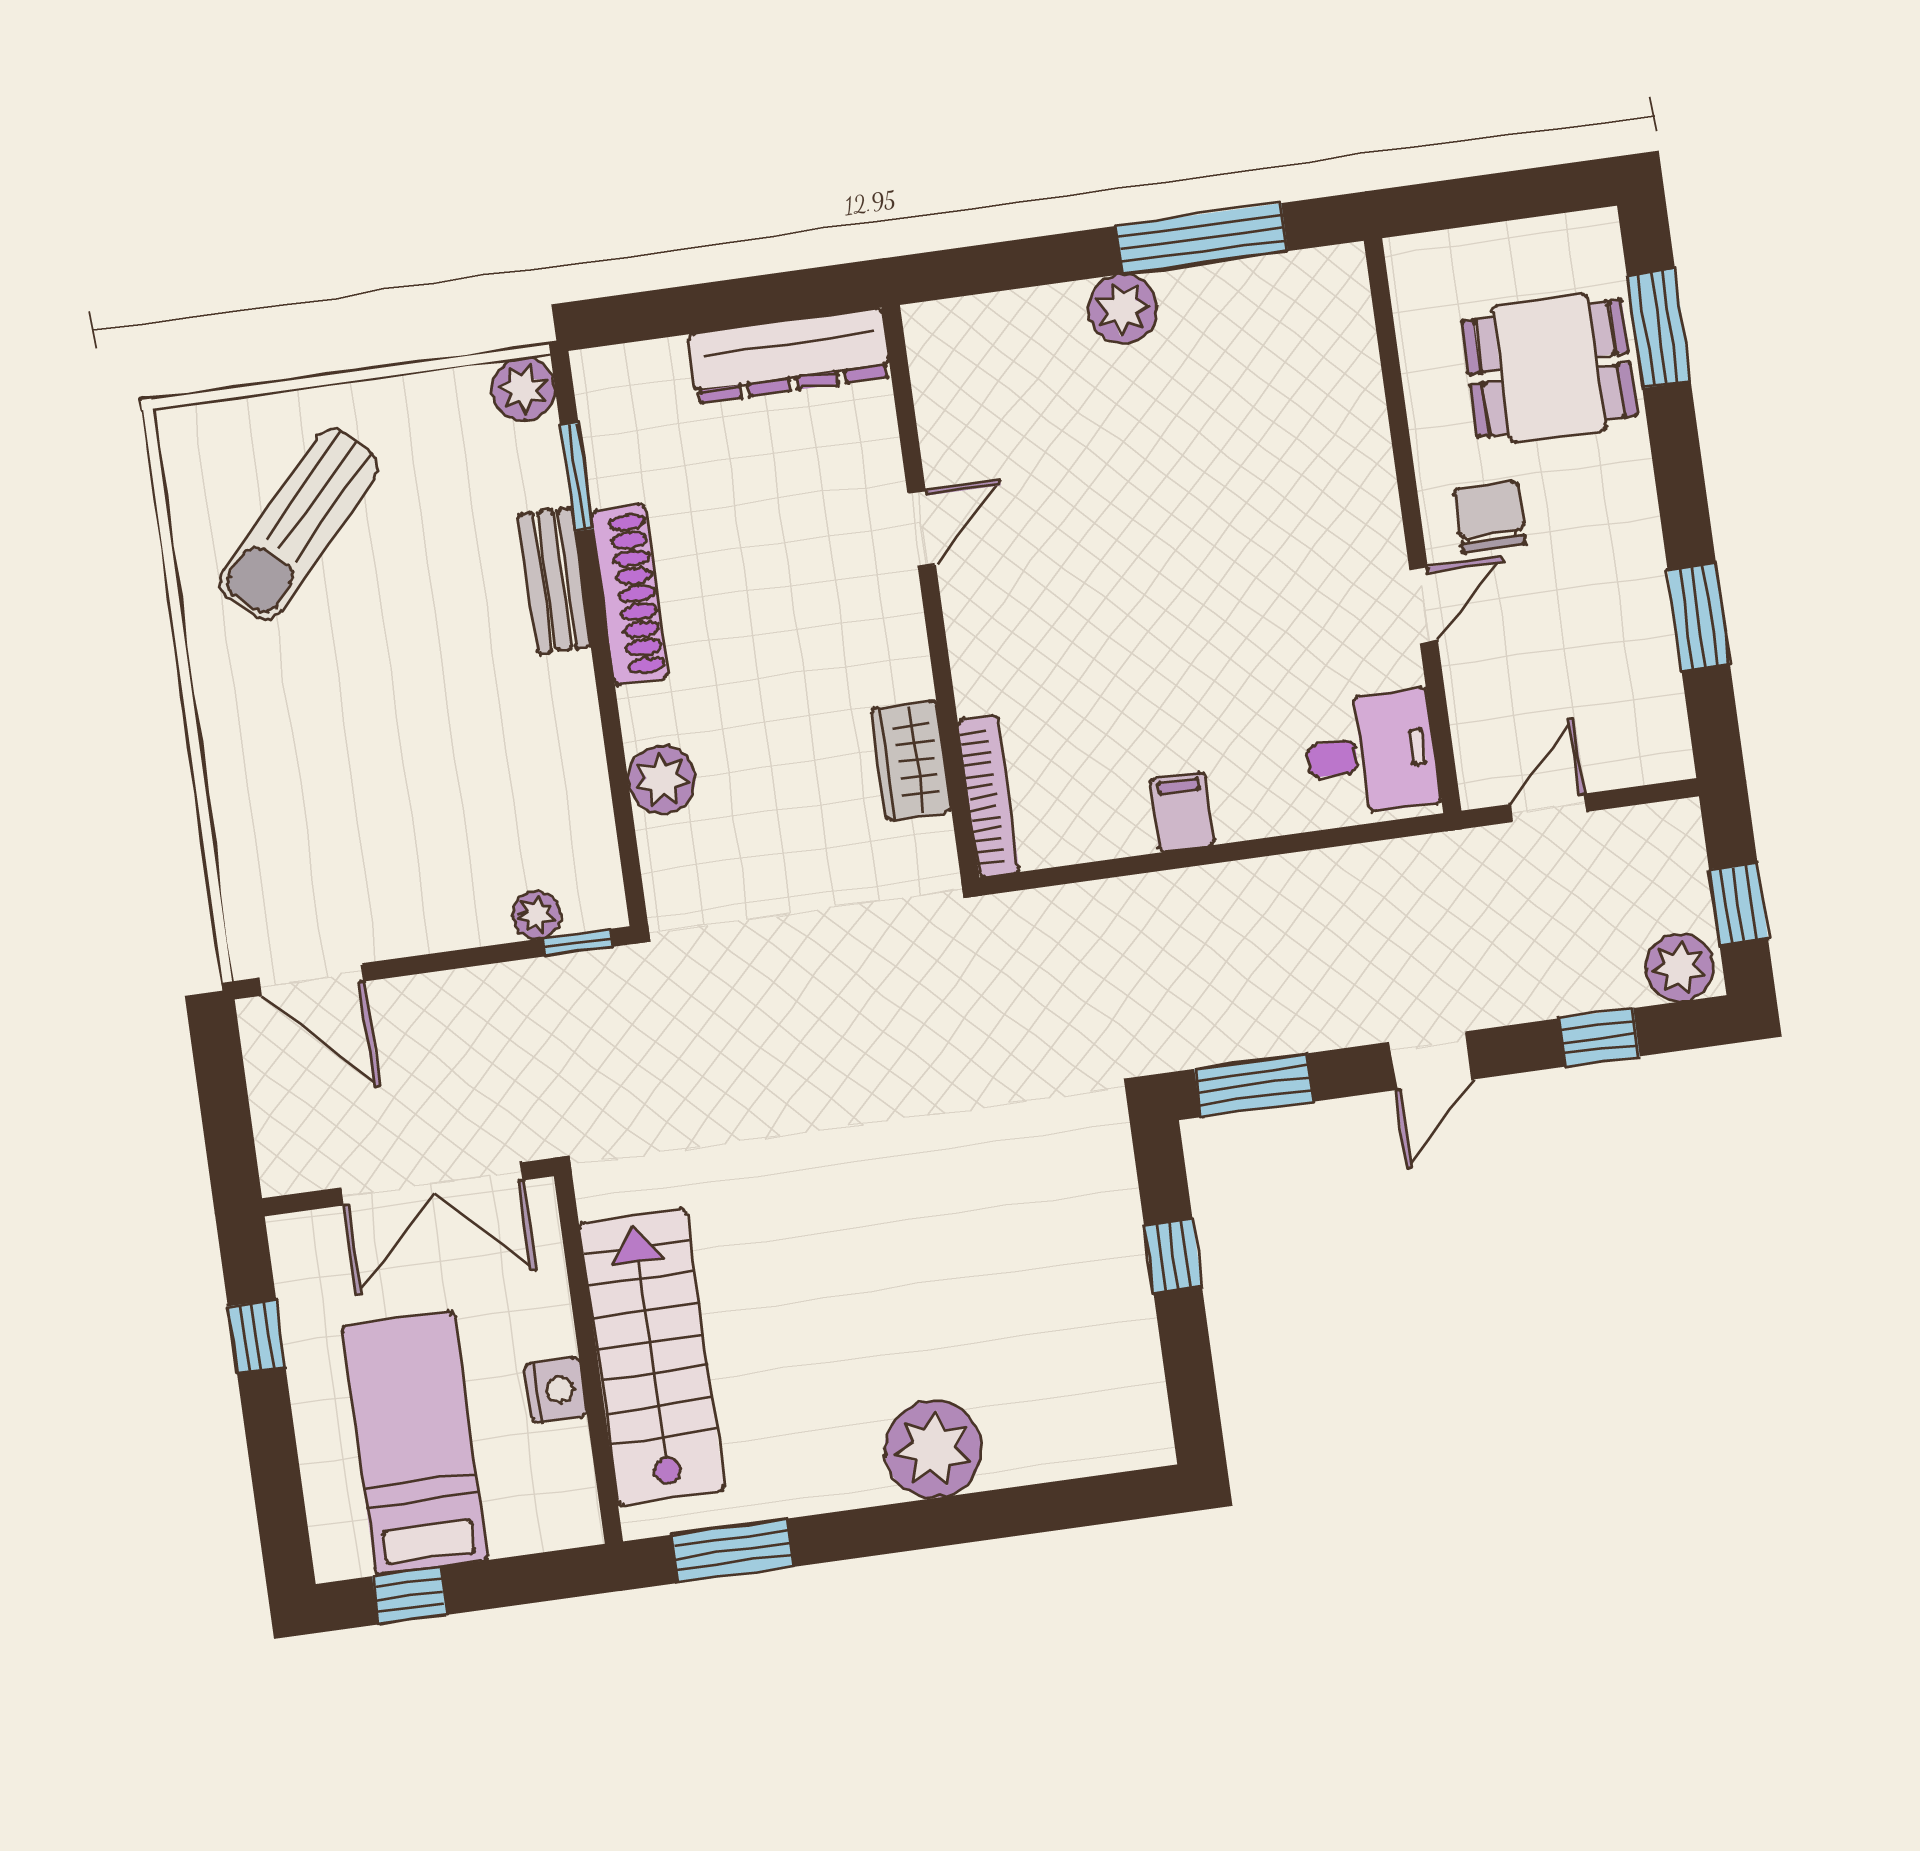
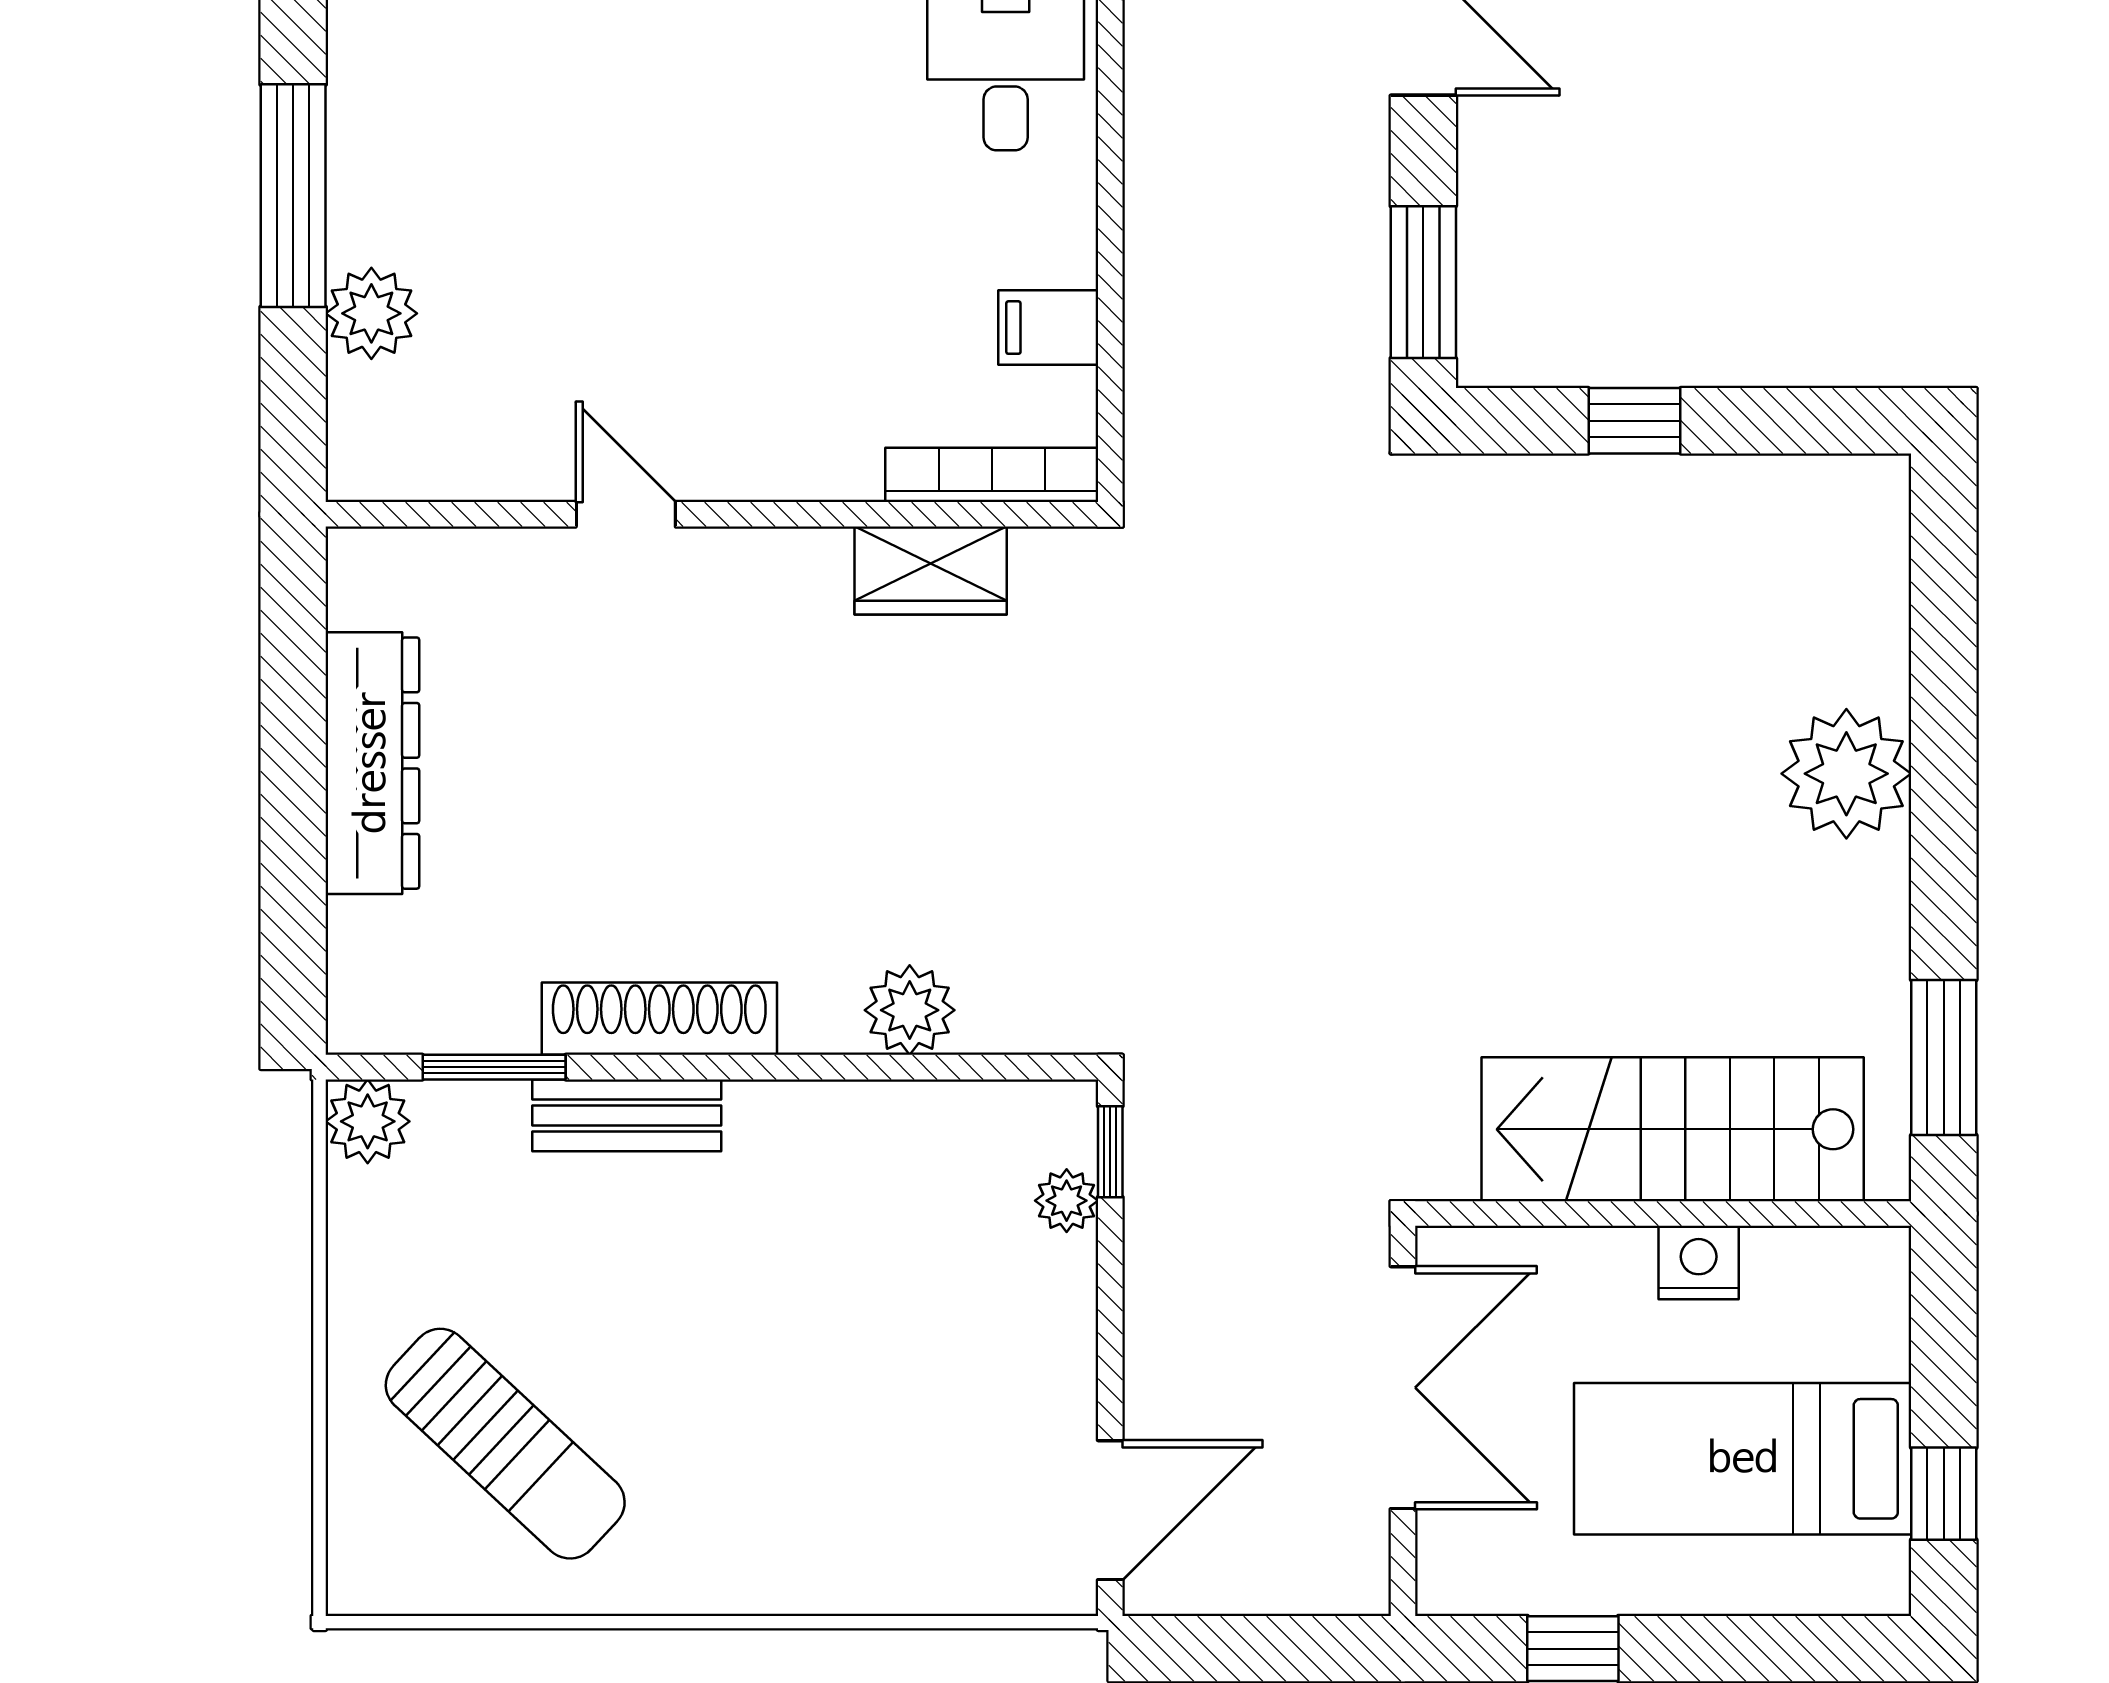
door: (922, 529) -> (626, 514), moved
wall: (931, 593) -> (712, 514), moved
wardrobe: (911, 761) -> (931, 571), moved
bookcase: (989, 796) -> (992, 475), moved

